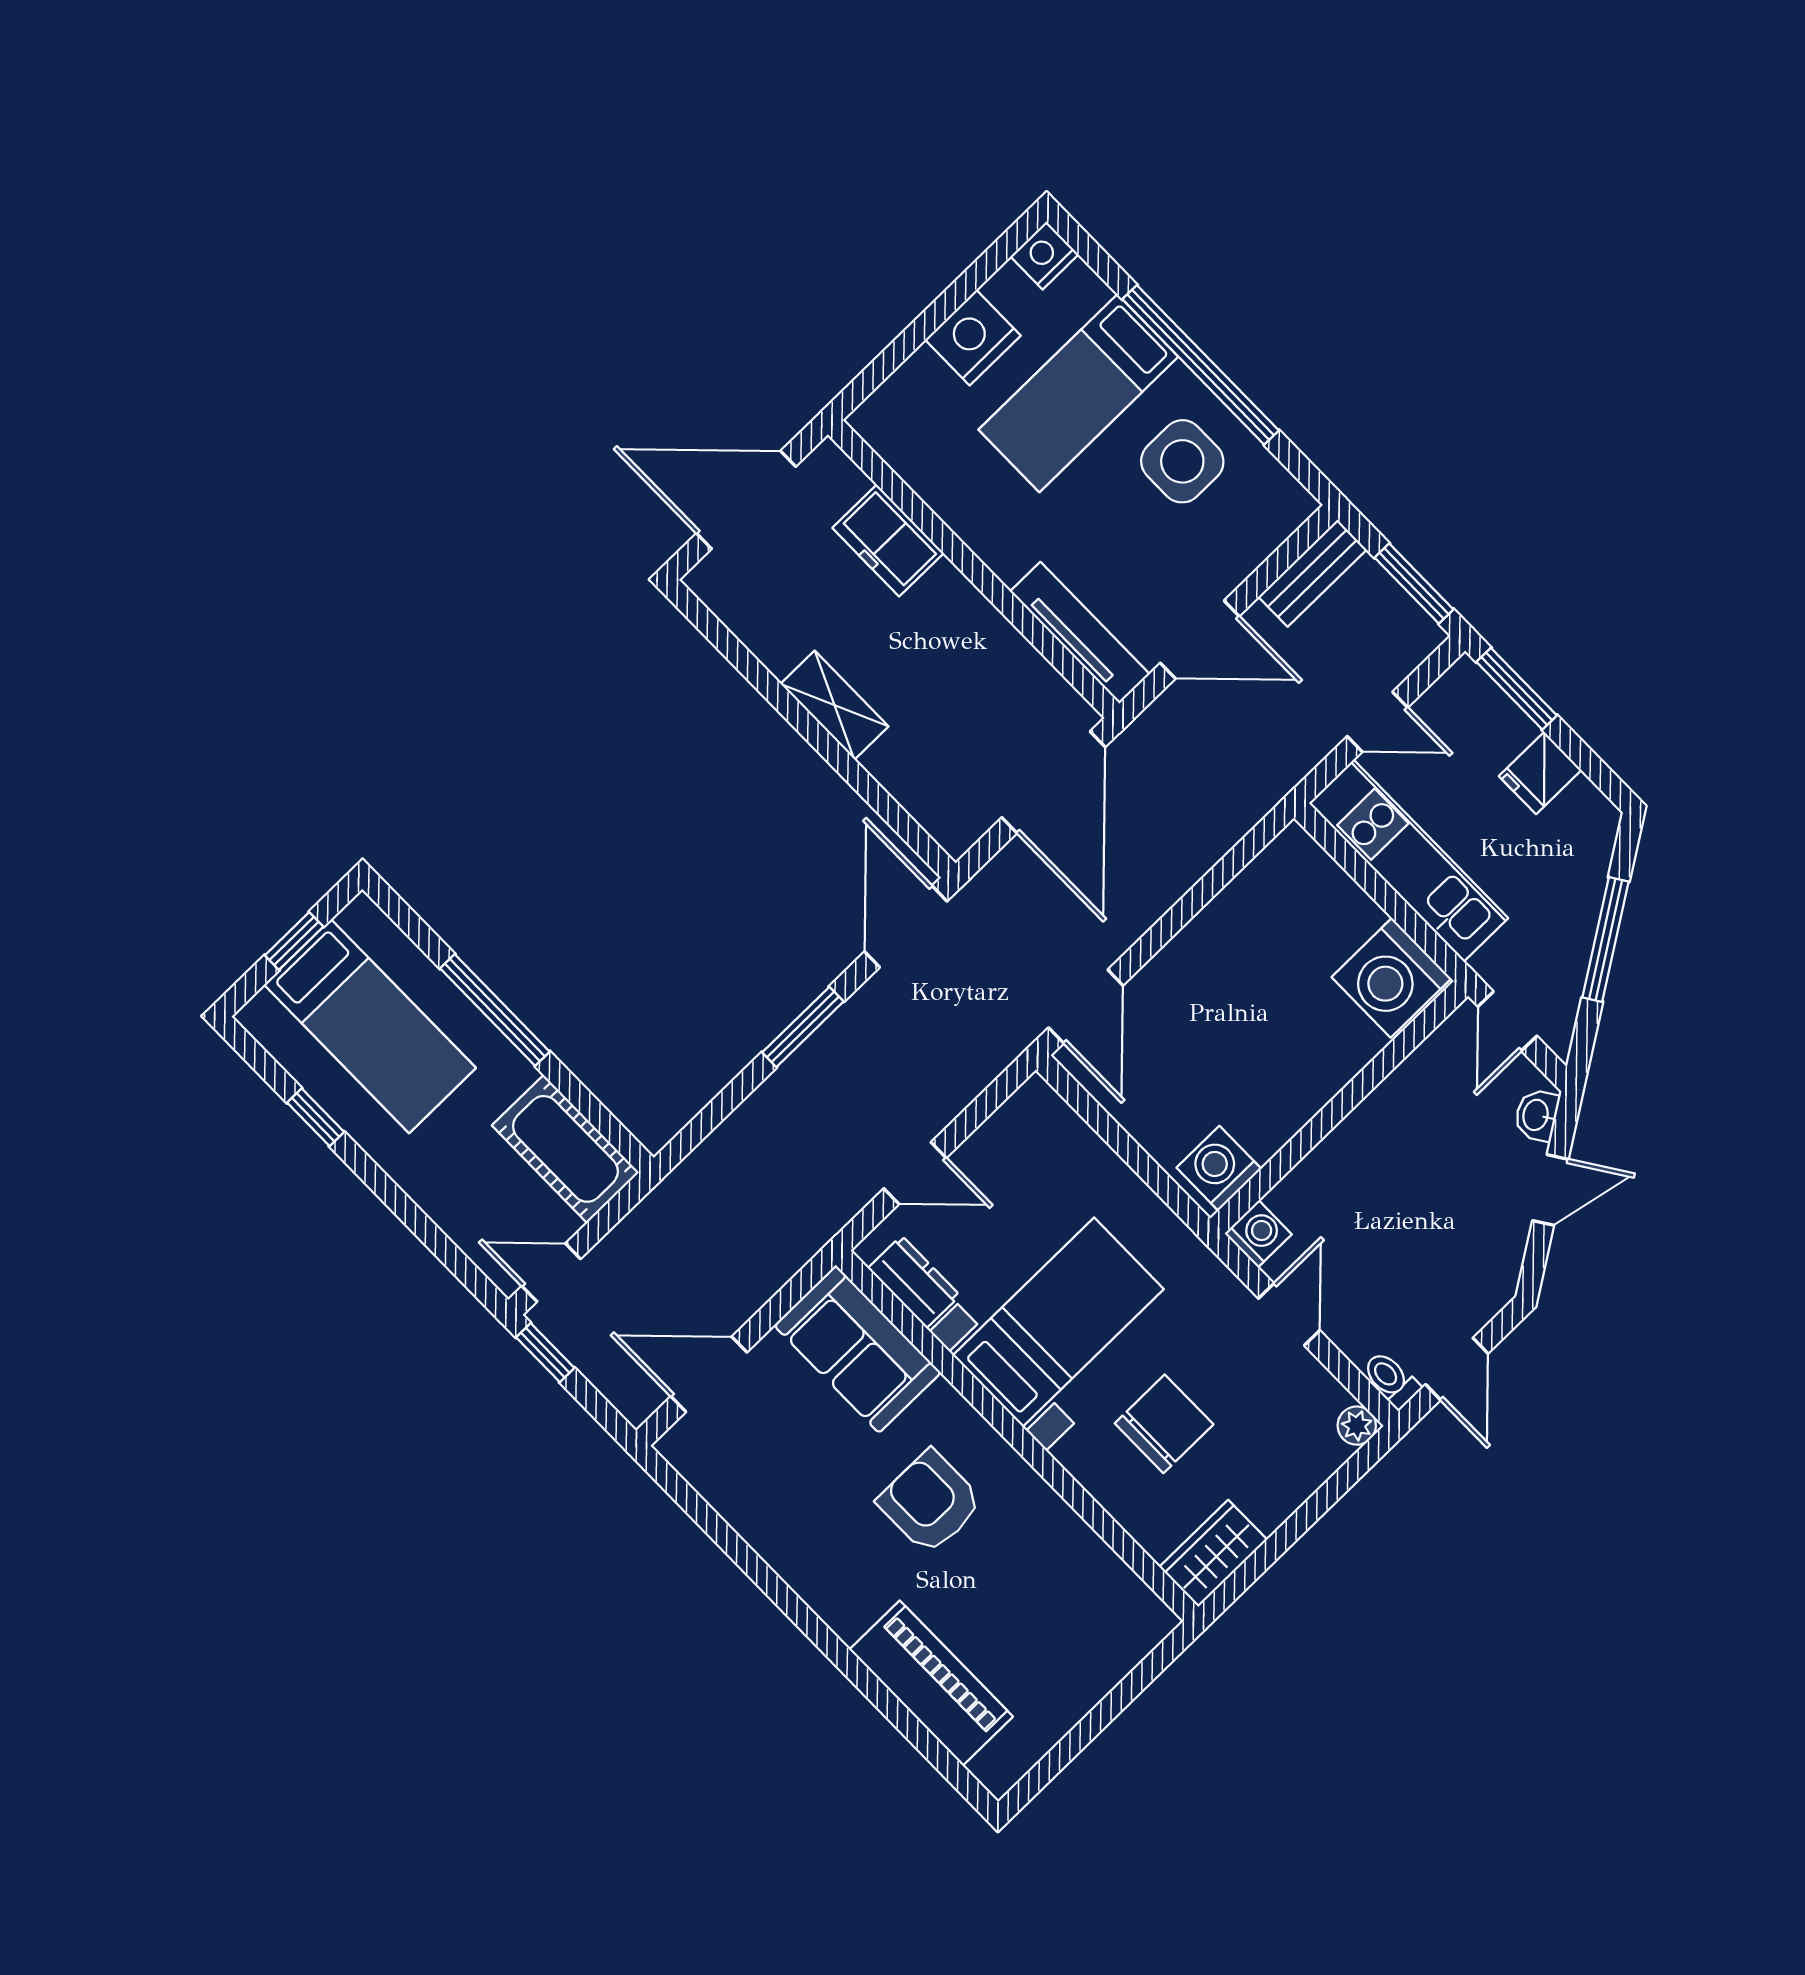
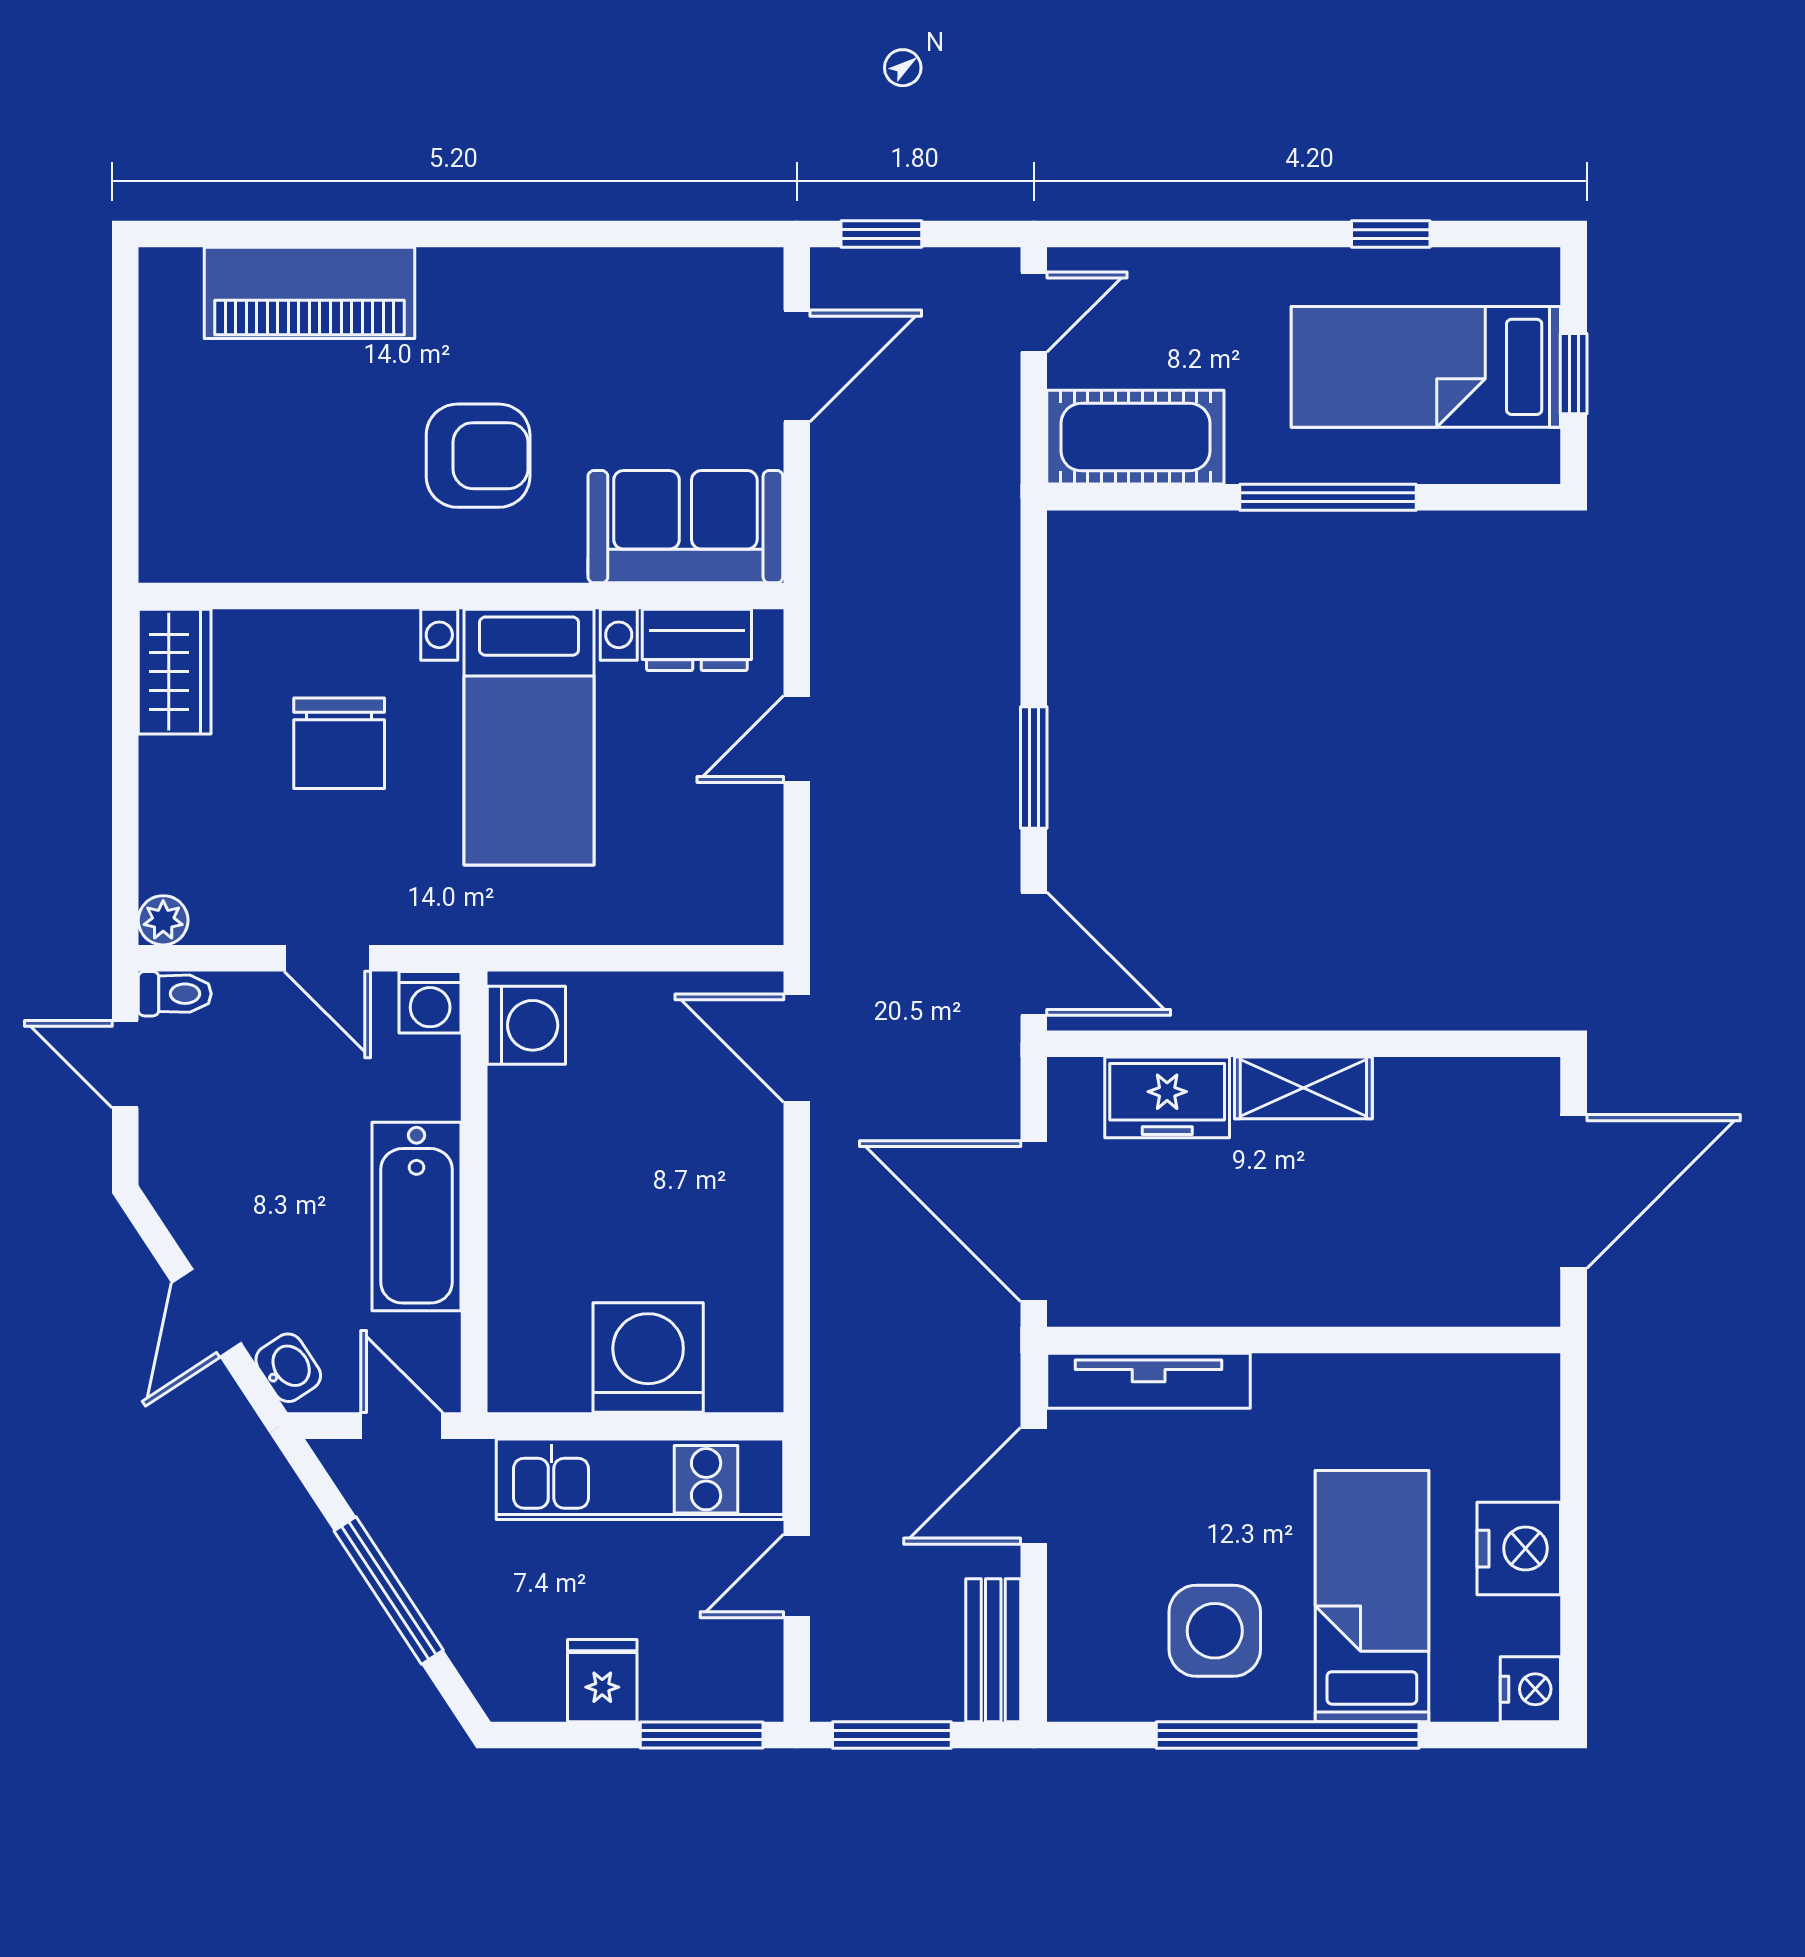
freezer: (888, 540) -> (1167, 1097), moved, turned 180
washing machine: (1391, 978) -> (648, 1357), moved
bathtub: (1384, 1126) -> (417, 1216), added
window: (545, 1353) -> (881, 234), moved

